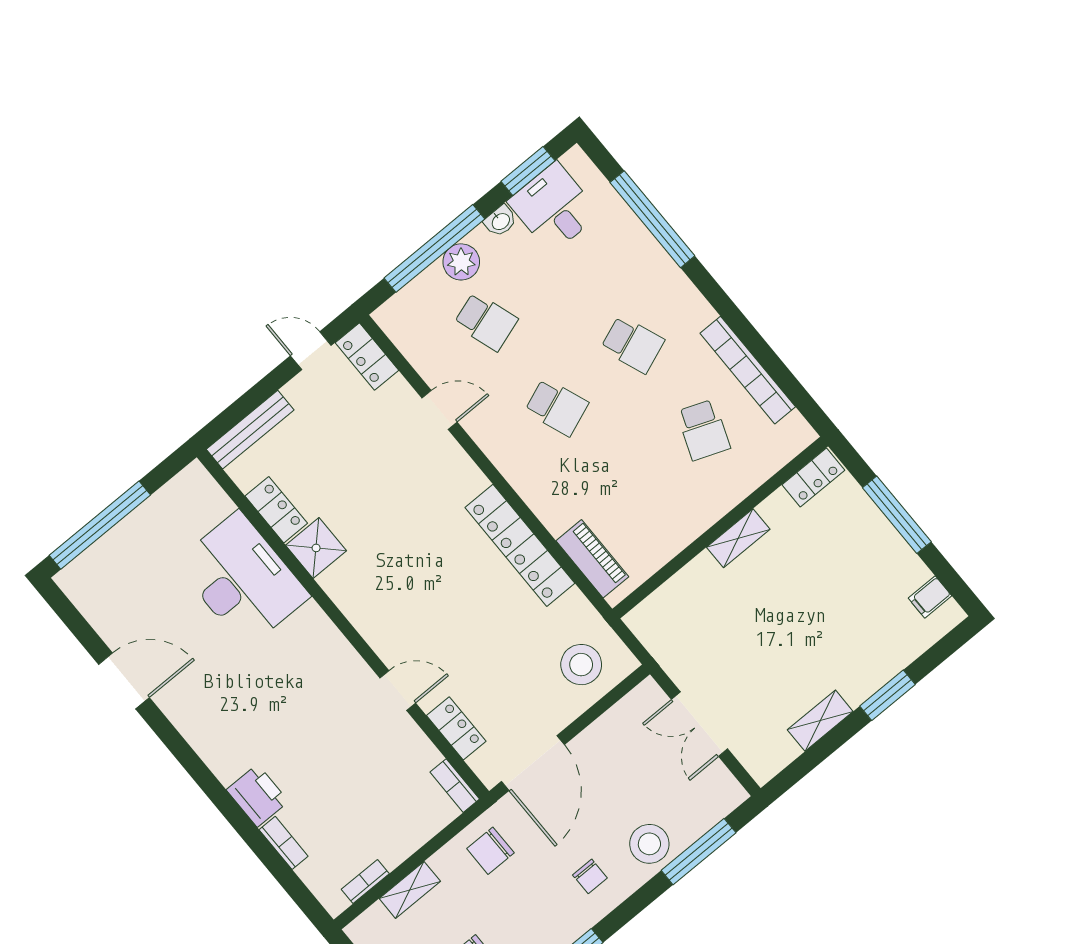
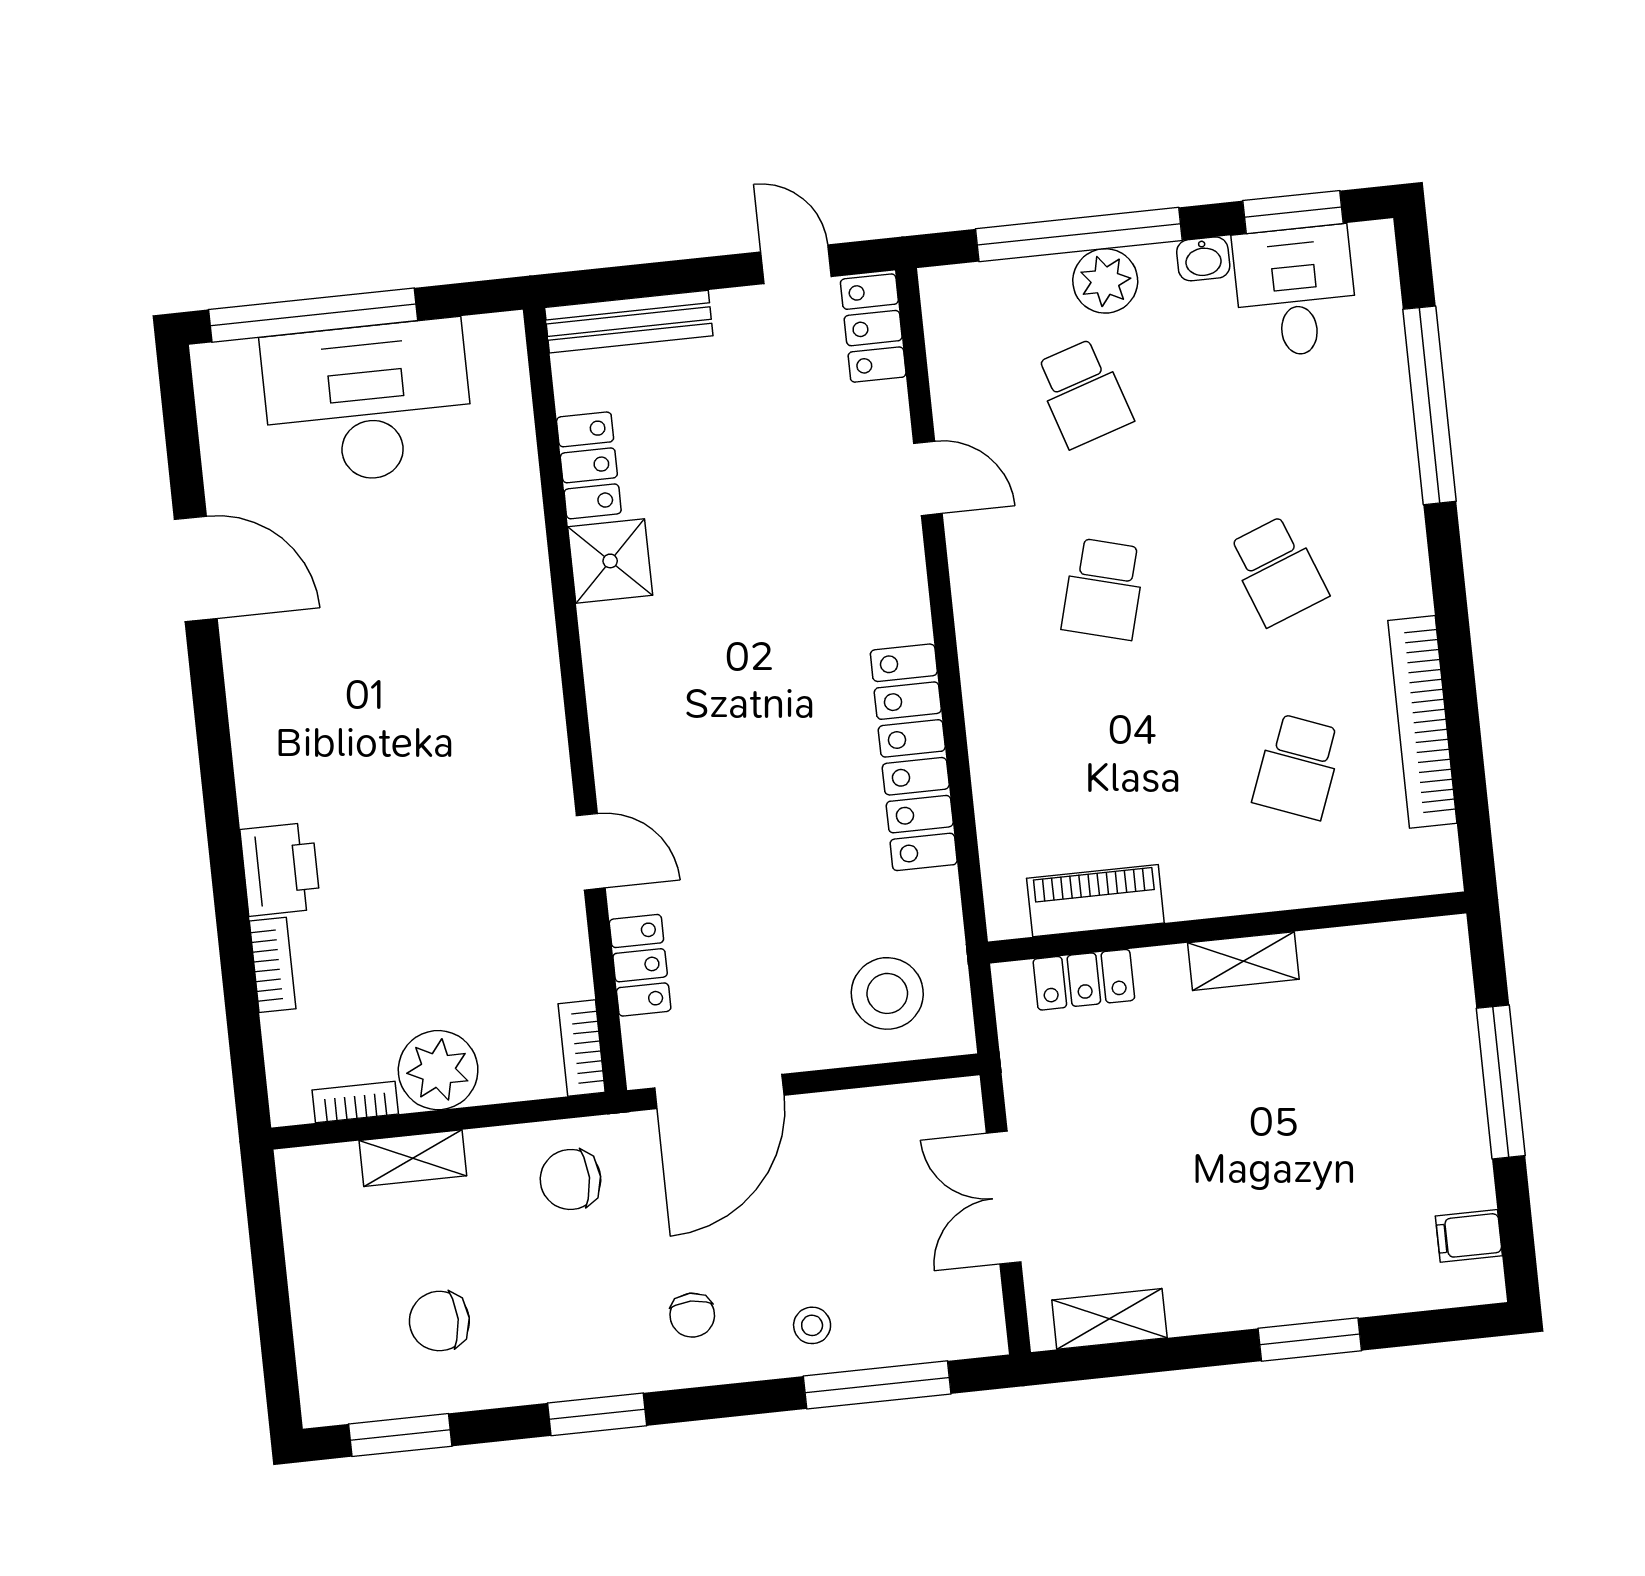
school desk: (557, 407) -> (1104, 589), turned 36
locker: (813, 477) -> (1084, 980), moved
piano: (592, 559) -> (1095, 901), moved, turned -90
desk: (242, 580) -> (368, 402), moved, turned -90
shelving: (820, 721) -> (1109, 1319), moved
plant: (394, 841) -> (438, 1070), added
stool: (649, 844) -> (812, 1325), width x0.53, depth x0.53

